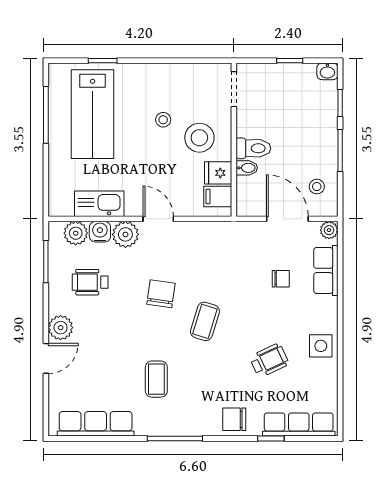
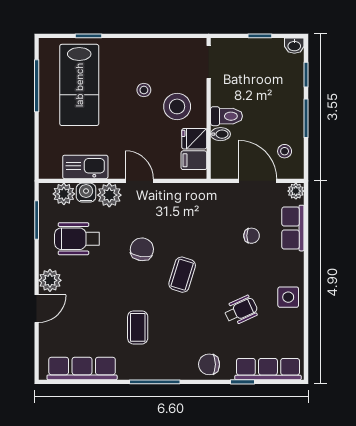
wheelchair: (90, 282) -> (77, 239), width x1.36, depth x1.37

